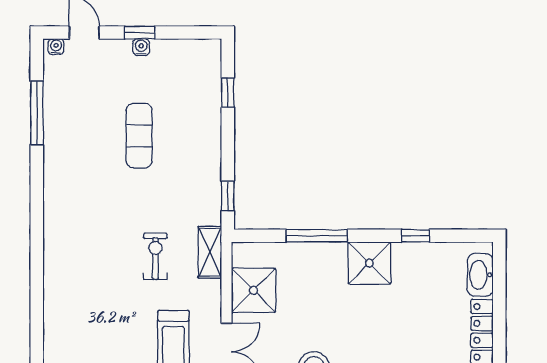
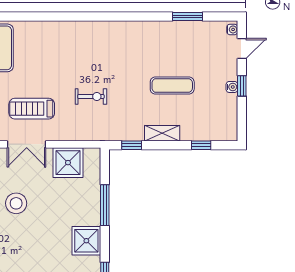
window: (37, 113) -> (188, 17), width x0.69
shelving: (210, 252) -> (162, 133), moved

